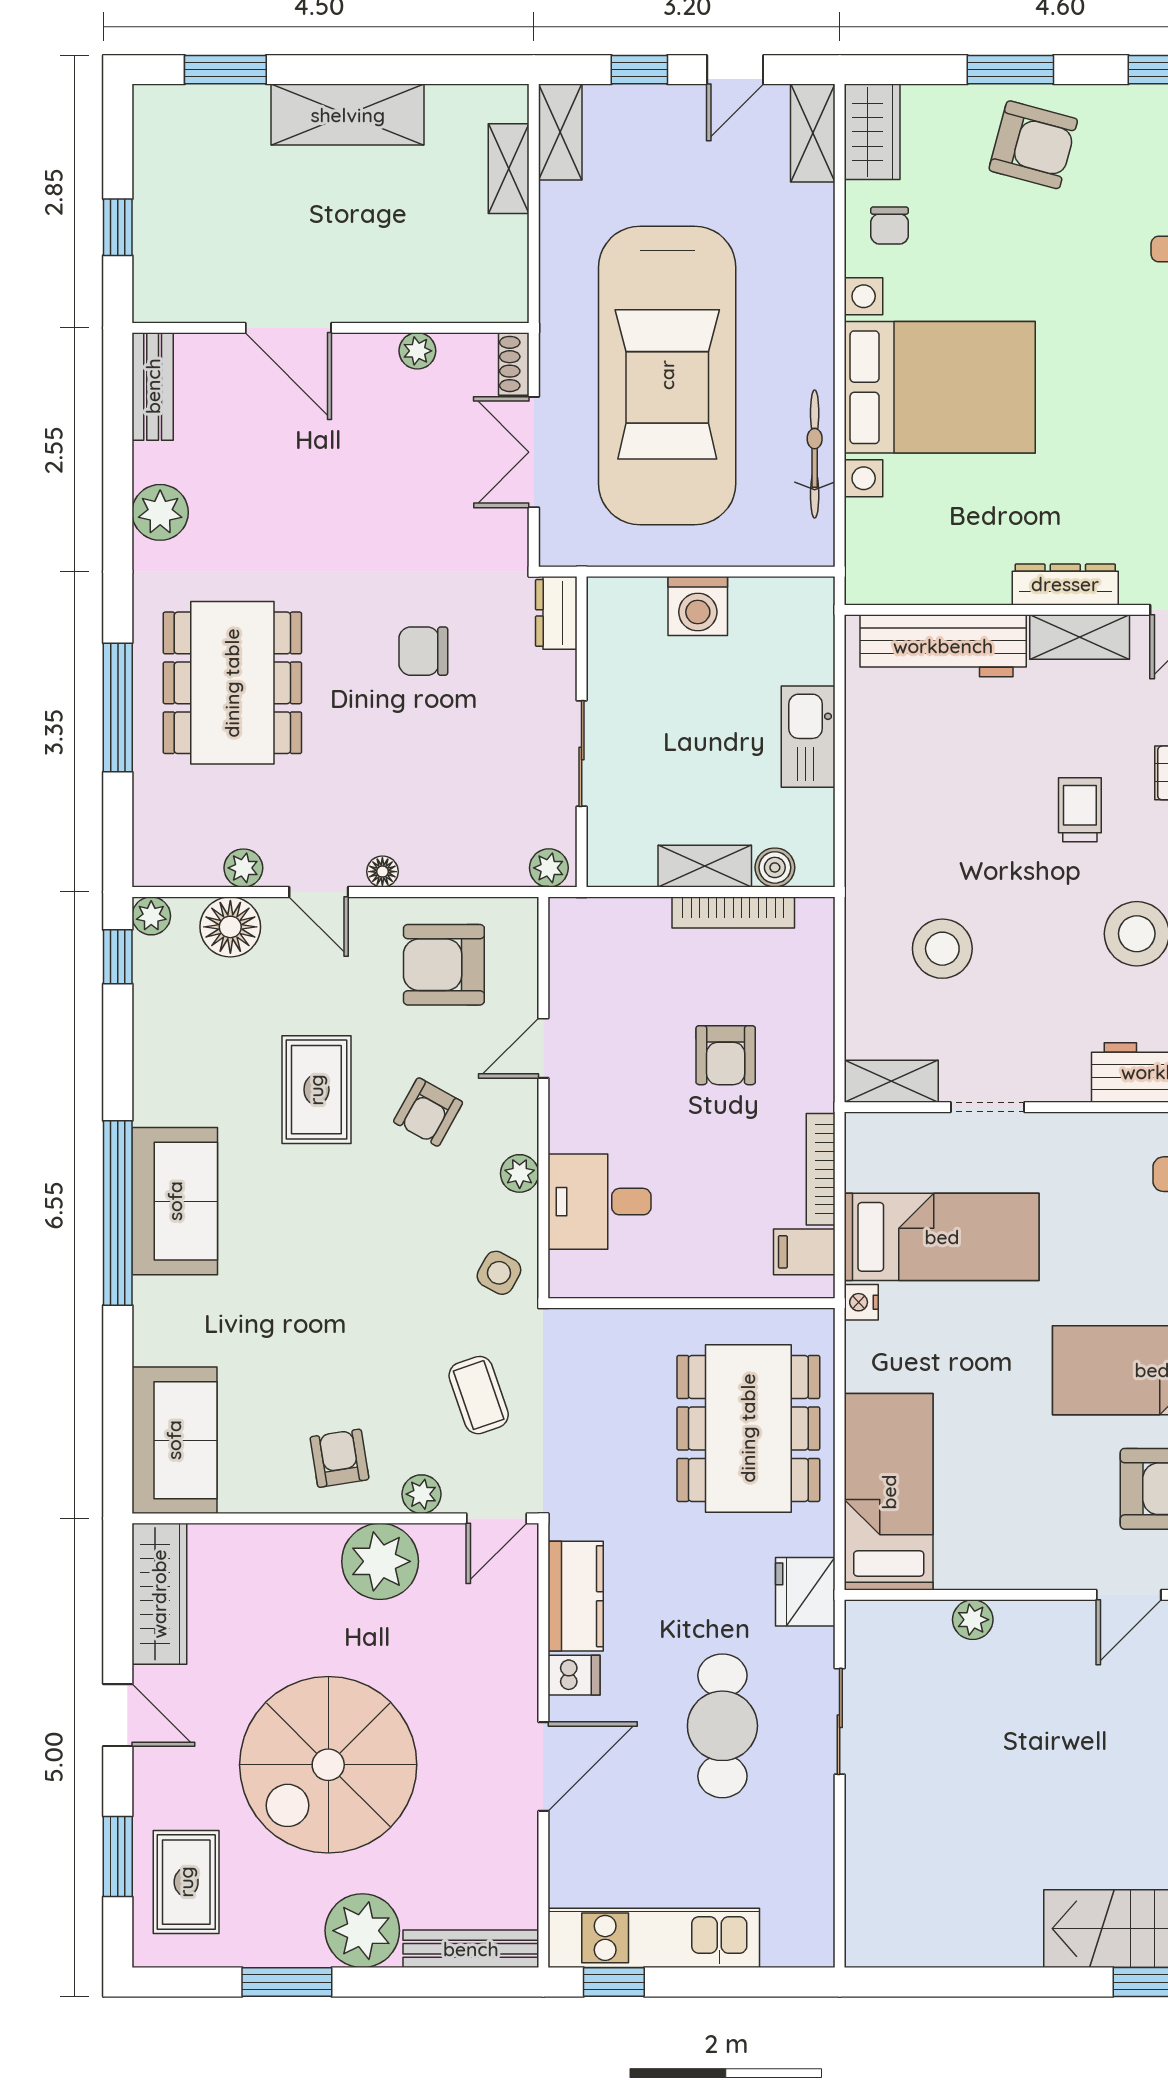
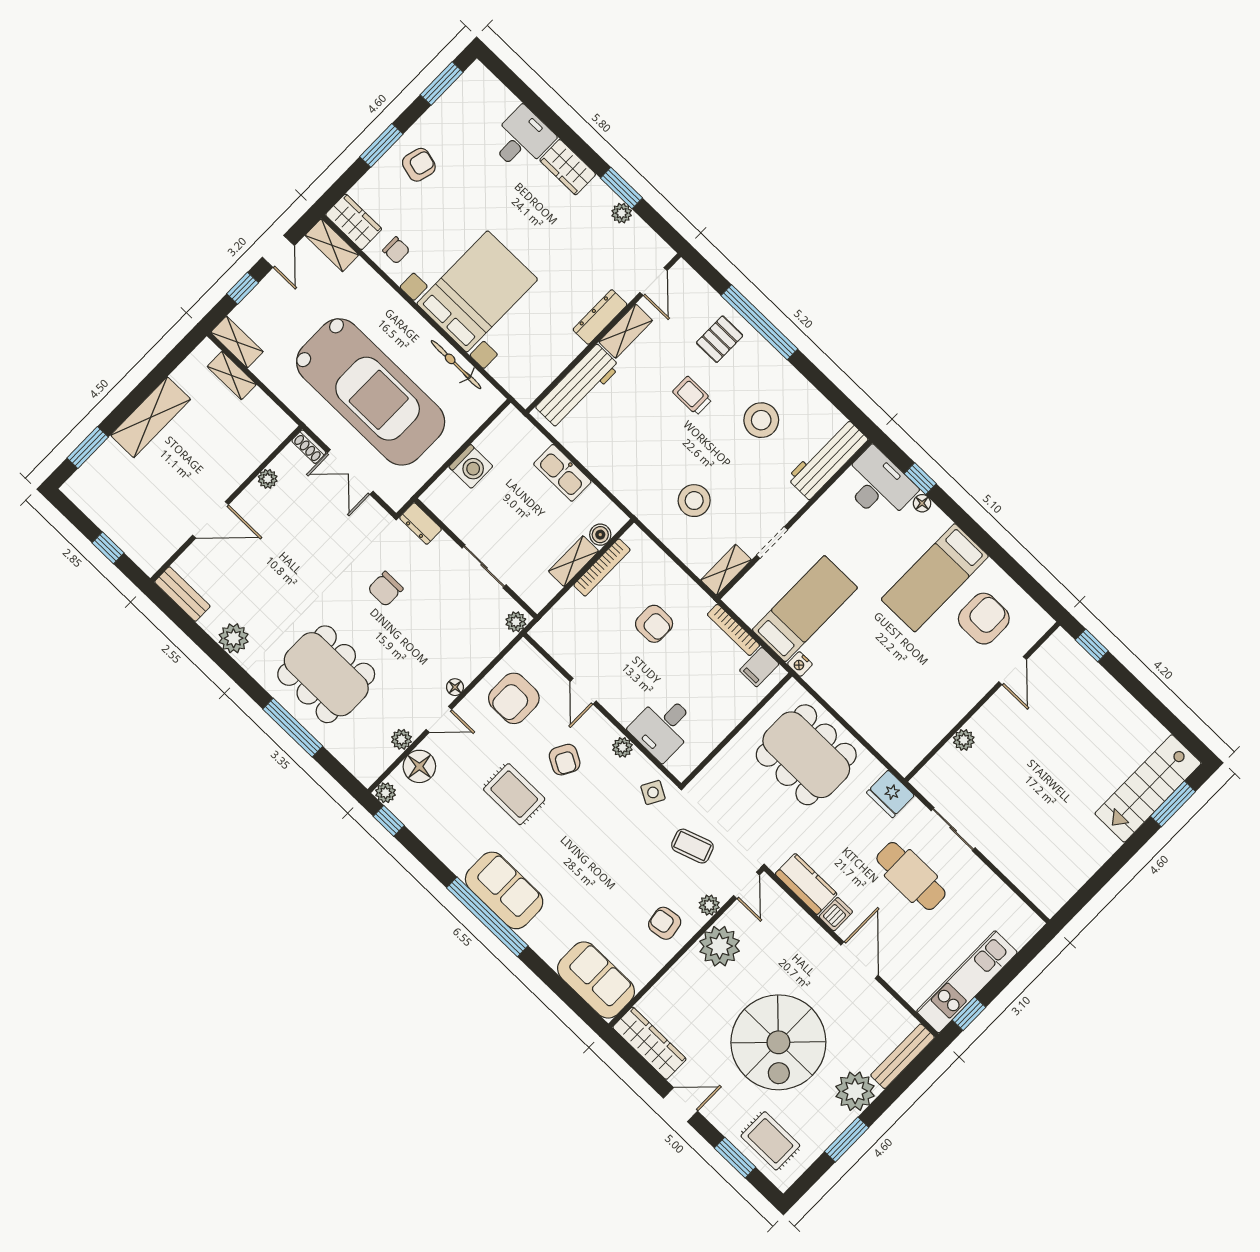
armchair: (1033, 145) -> (419, 165), width x0.72, depth x0.72
bed: (889, 1492) -> (883, 724), removed

